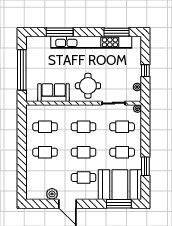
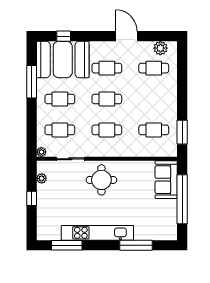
kitchen unit: (91, 42) -> (97, 233), width x0.73
sofa: (54, 93) -> (166, 180), moved, turned 90
window: (22, 125) -> (182, 132), added
cafe table: (45, 152) -> (154, 68), moved
window: (145, 166) -> (32, 82), width x1.44
plant: (52, 194) -> (160, 48), moved
window: (119, 204) -> (64, 36), width x0.46

